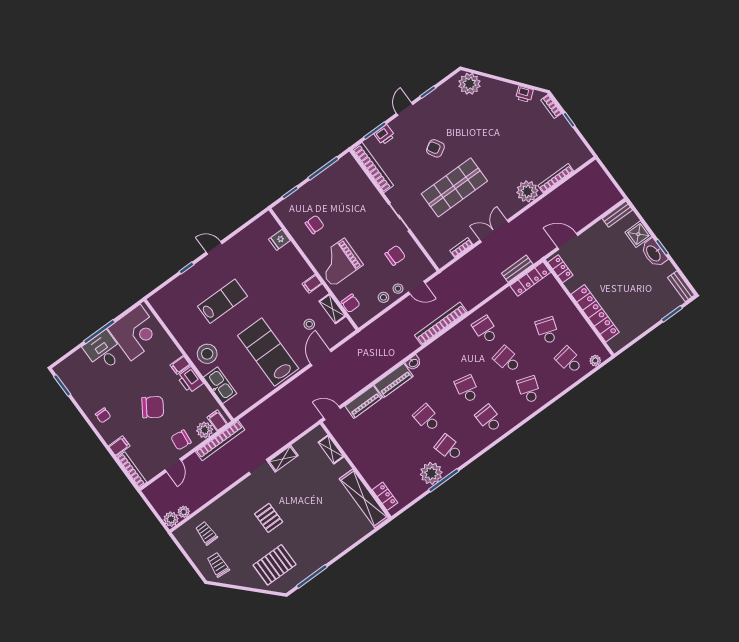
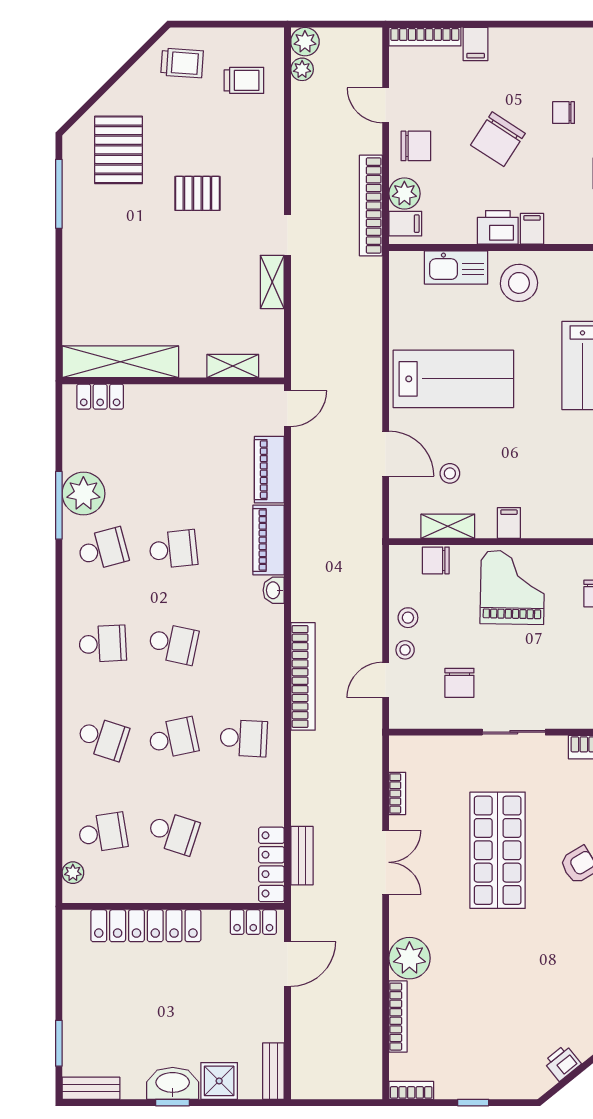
bookcase: (551, 106) -> (411, 1090), moved
chair: (103, 415) -> (564, 113), moved
chair: (181, 440) -> (416, 146), turned 84

